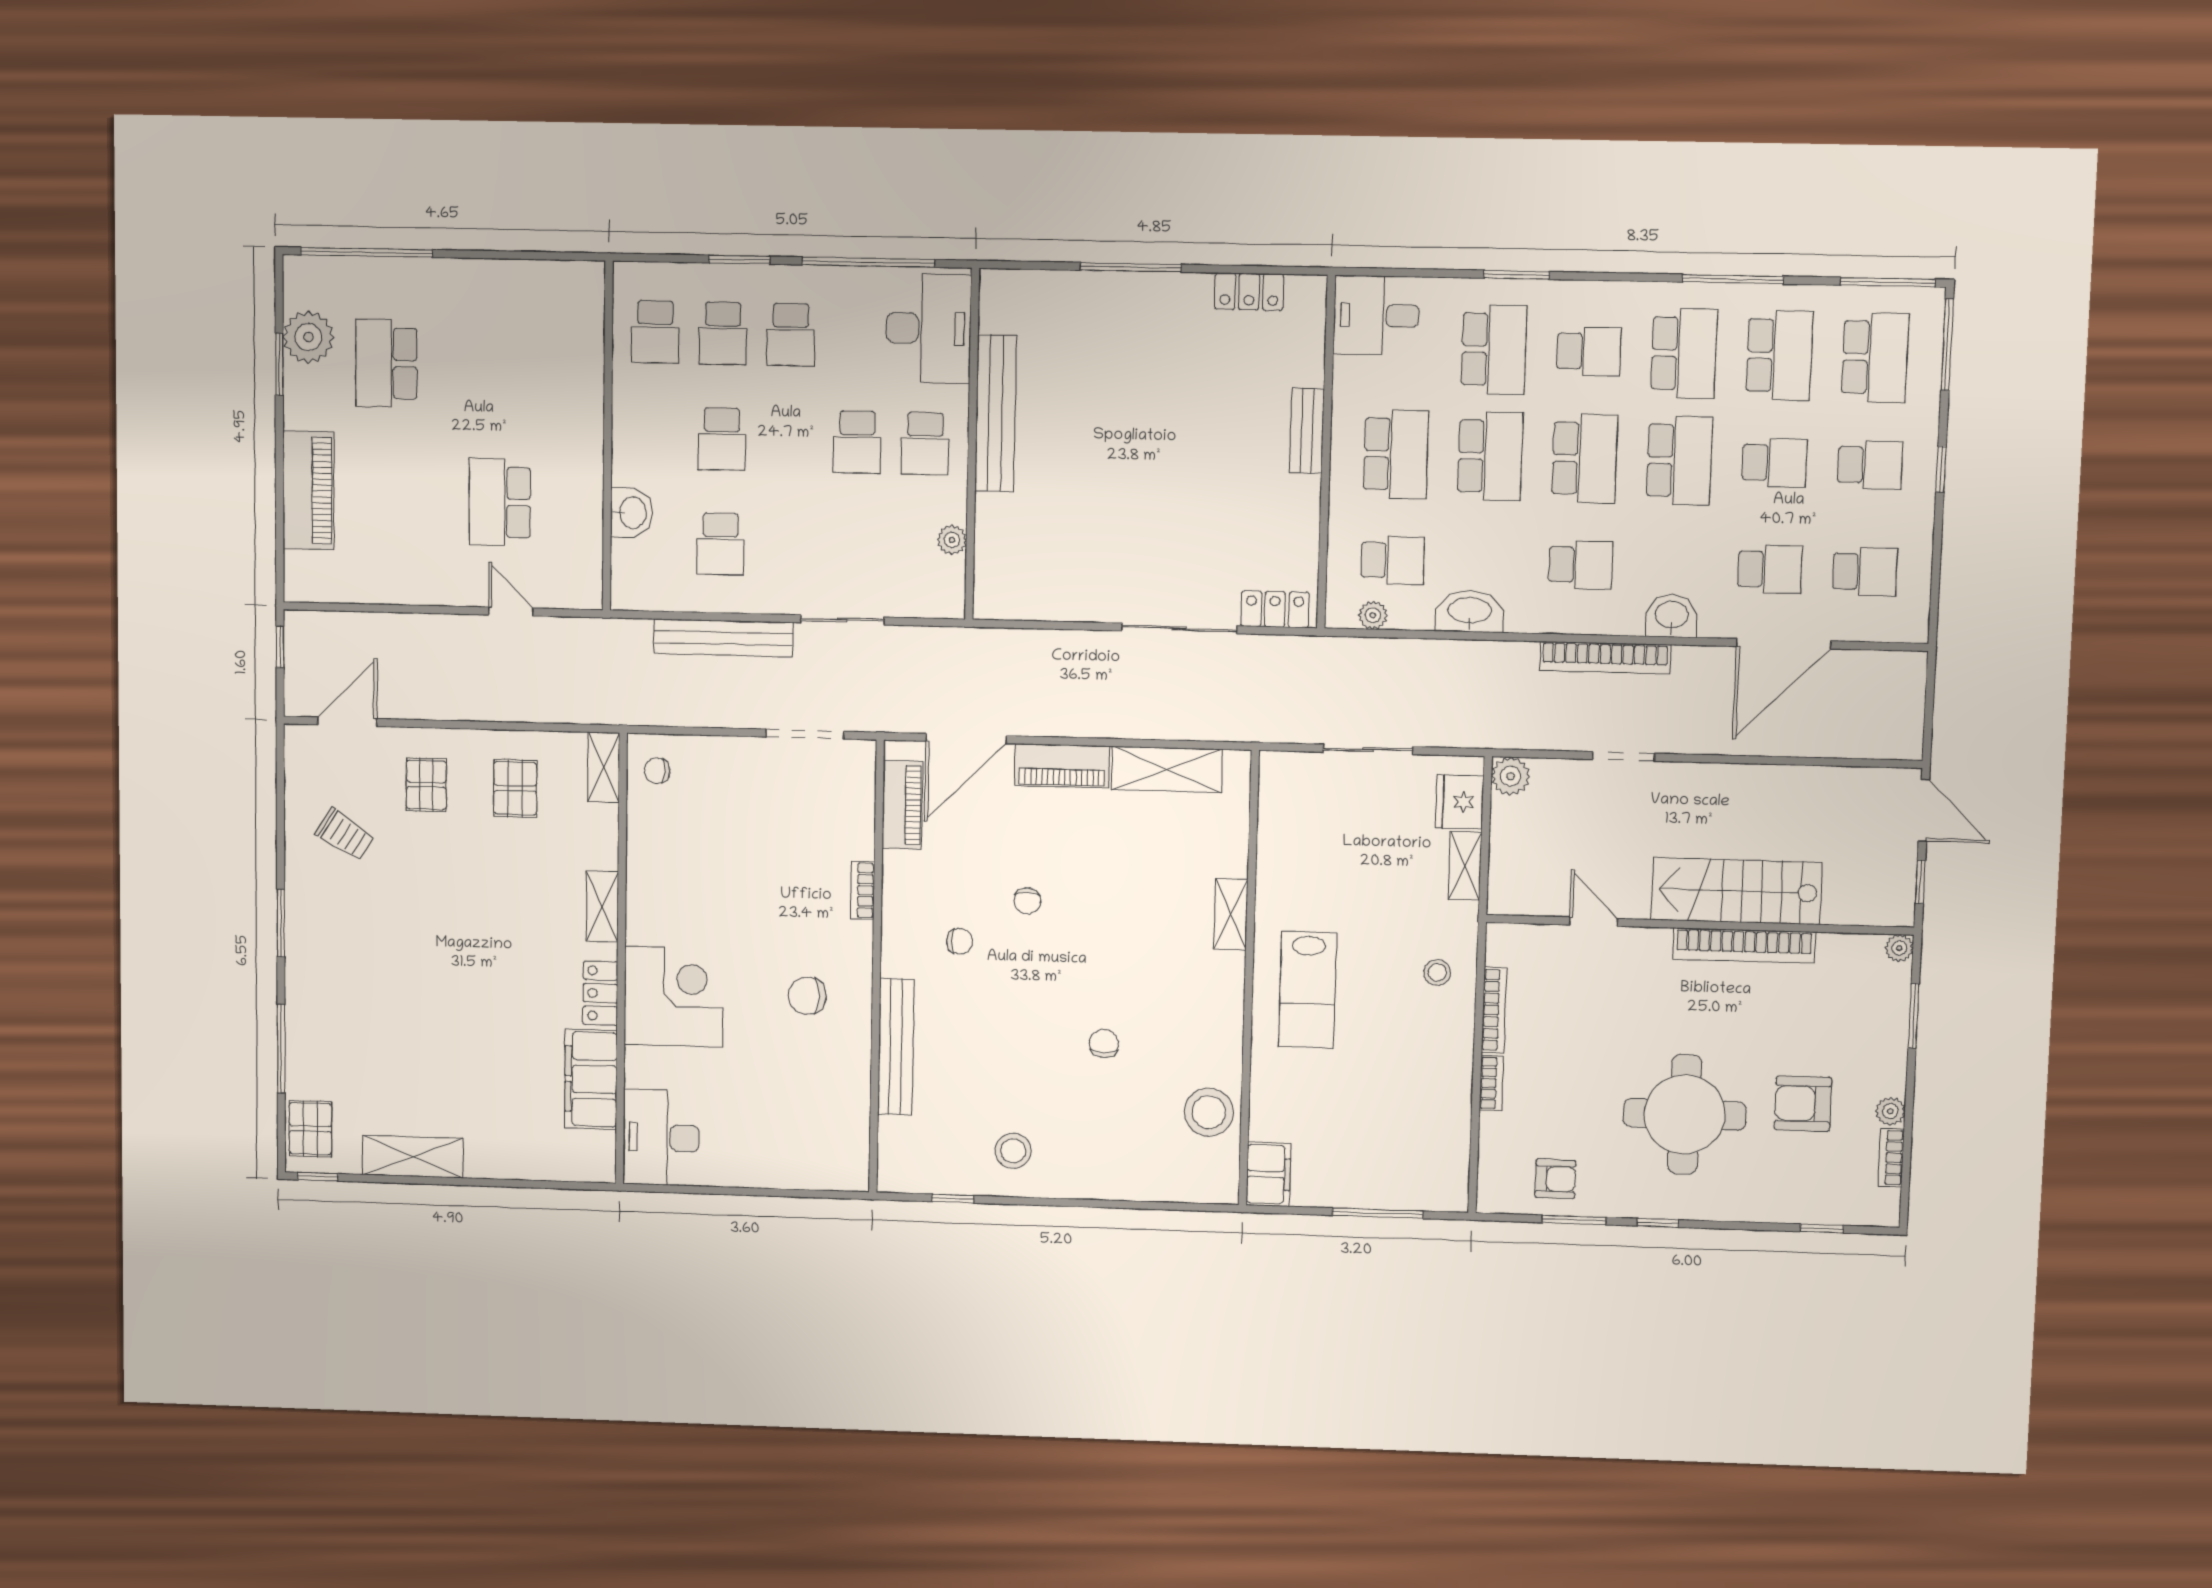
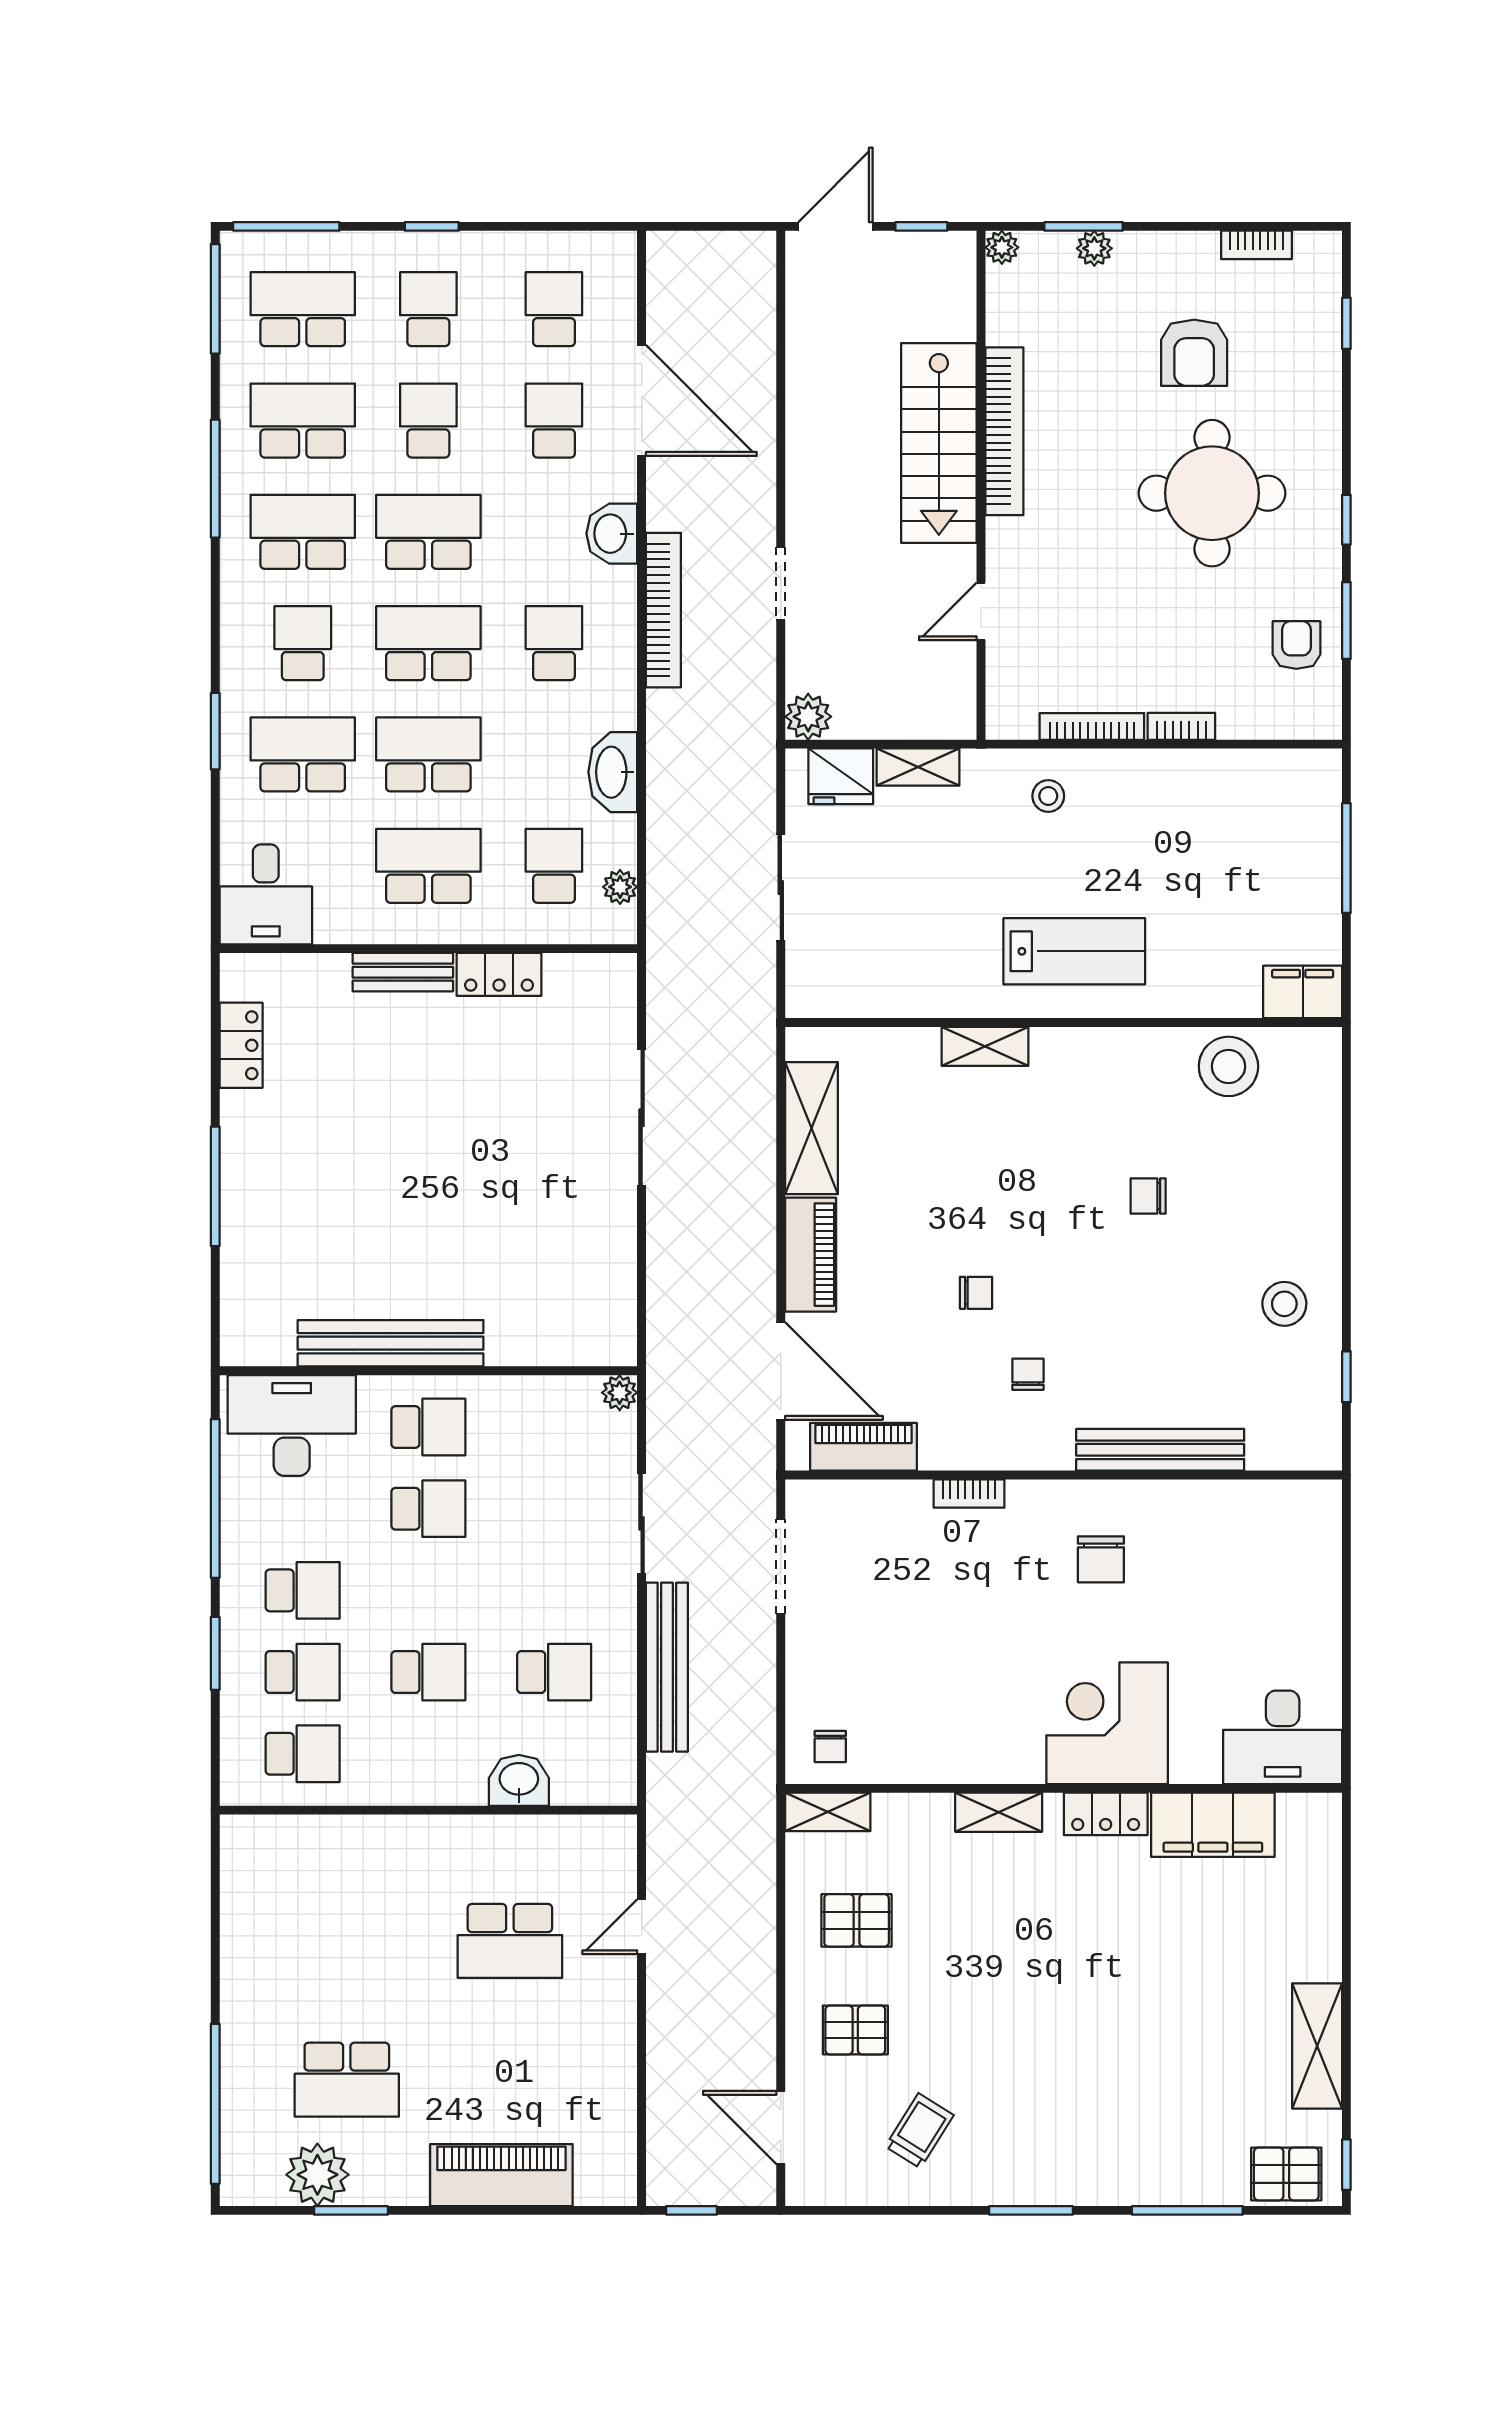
plant: (952, 540) -> (620, 1393), moved
locker: (1275, 609) -> (499, 974), moved, turned -90
plant: (1890, 1111) -> (1094, 248), moved

